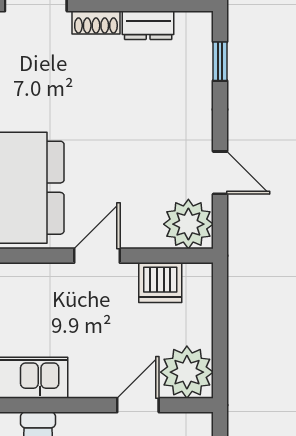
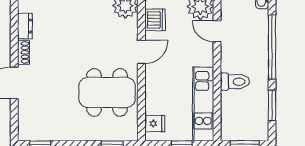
door: (97, 256) -> (141, 52), swing flipped

